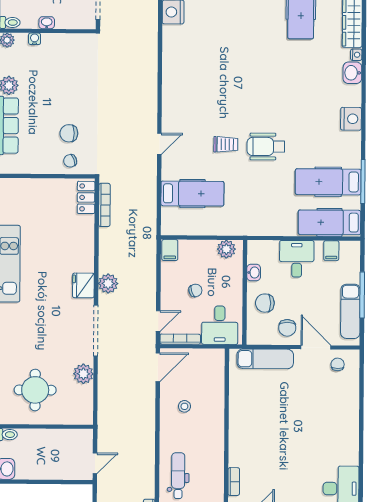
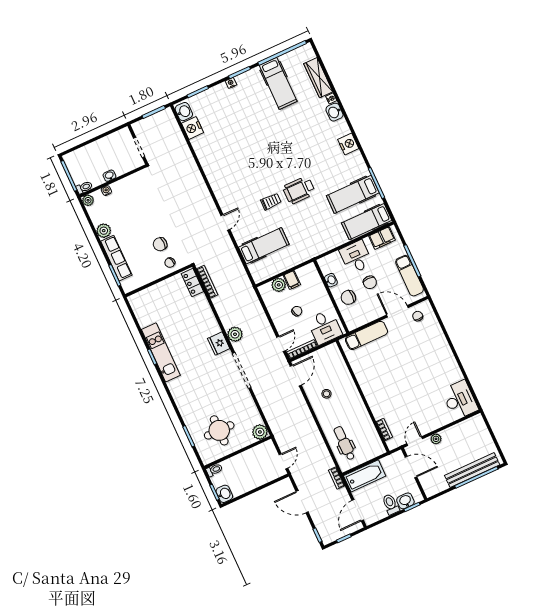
plant: (226, 249) -> (279, 285), moved
filing cabinet: (170, 250) -> (292, 280), moved
filing cabinet: (331, 251) -> (382, 238), width x2.00
chair: (287, 328) -> (370, 282), moved
plant: (83, 374) -> (260, 432), moved

